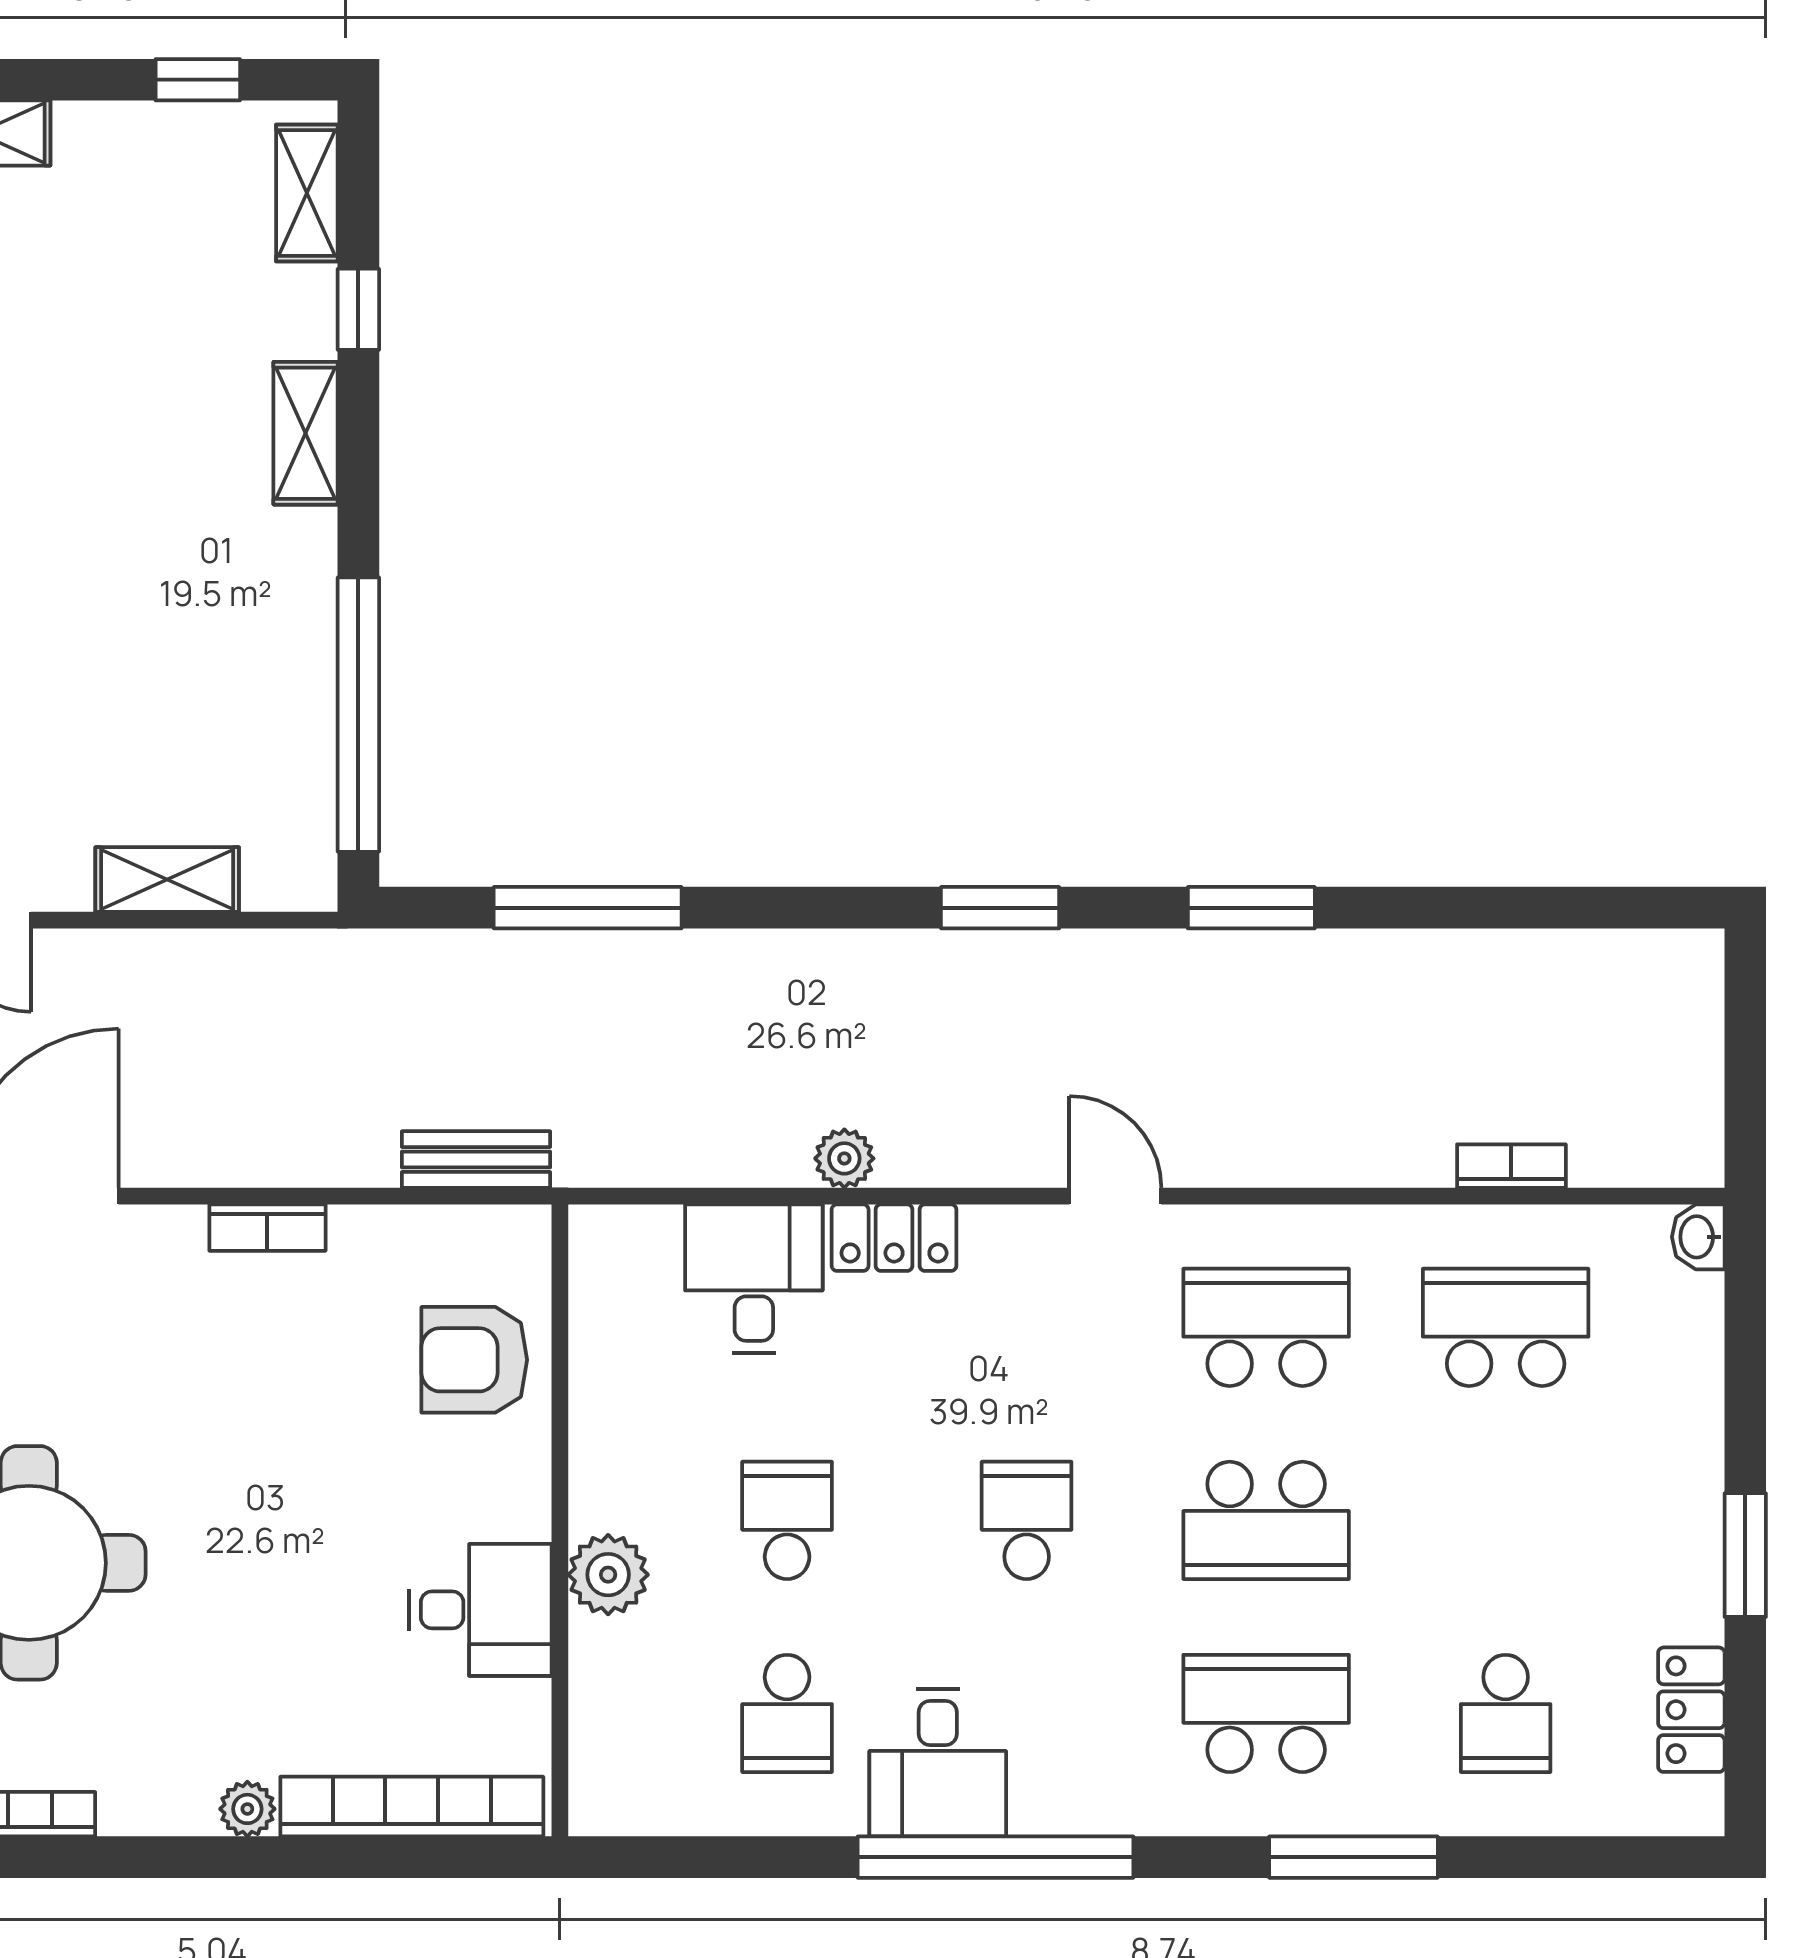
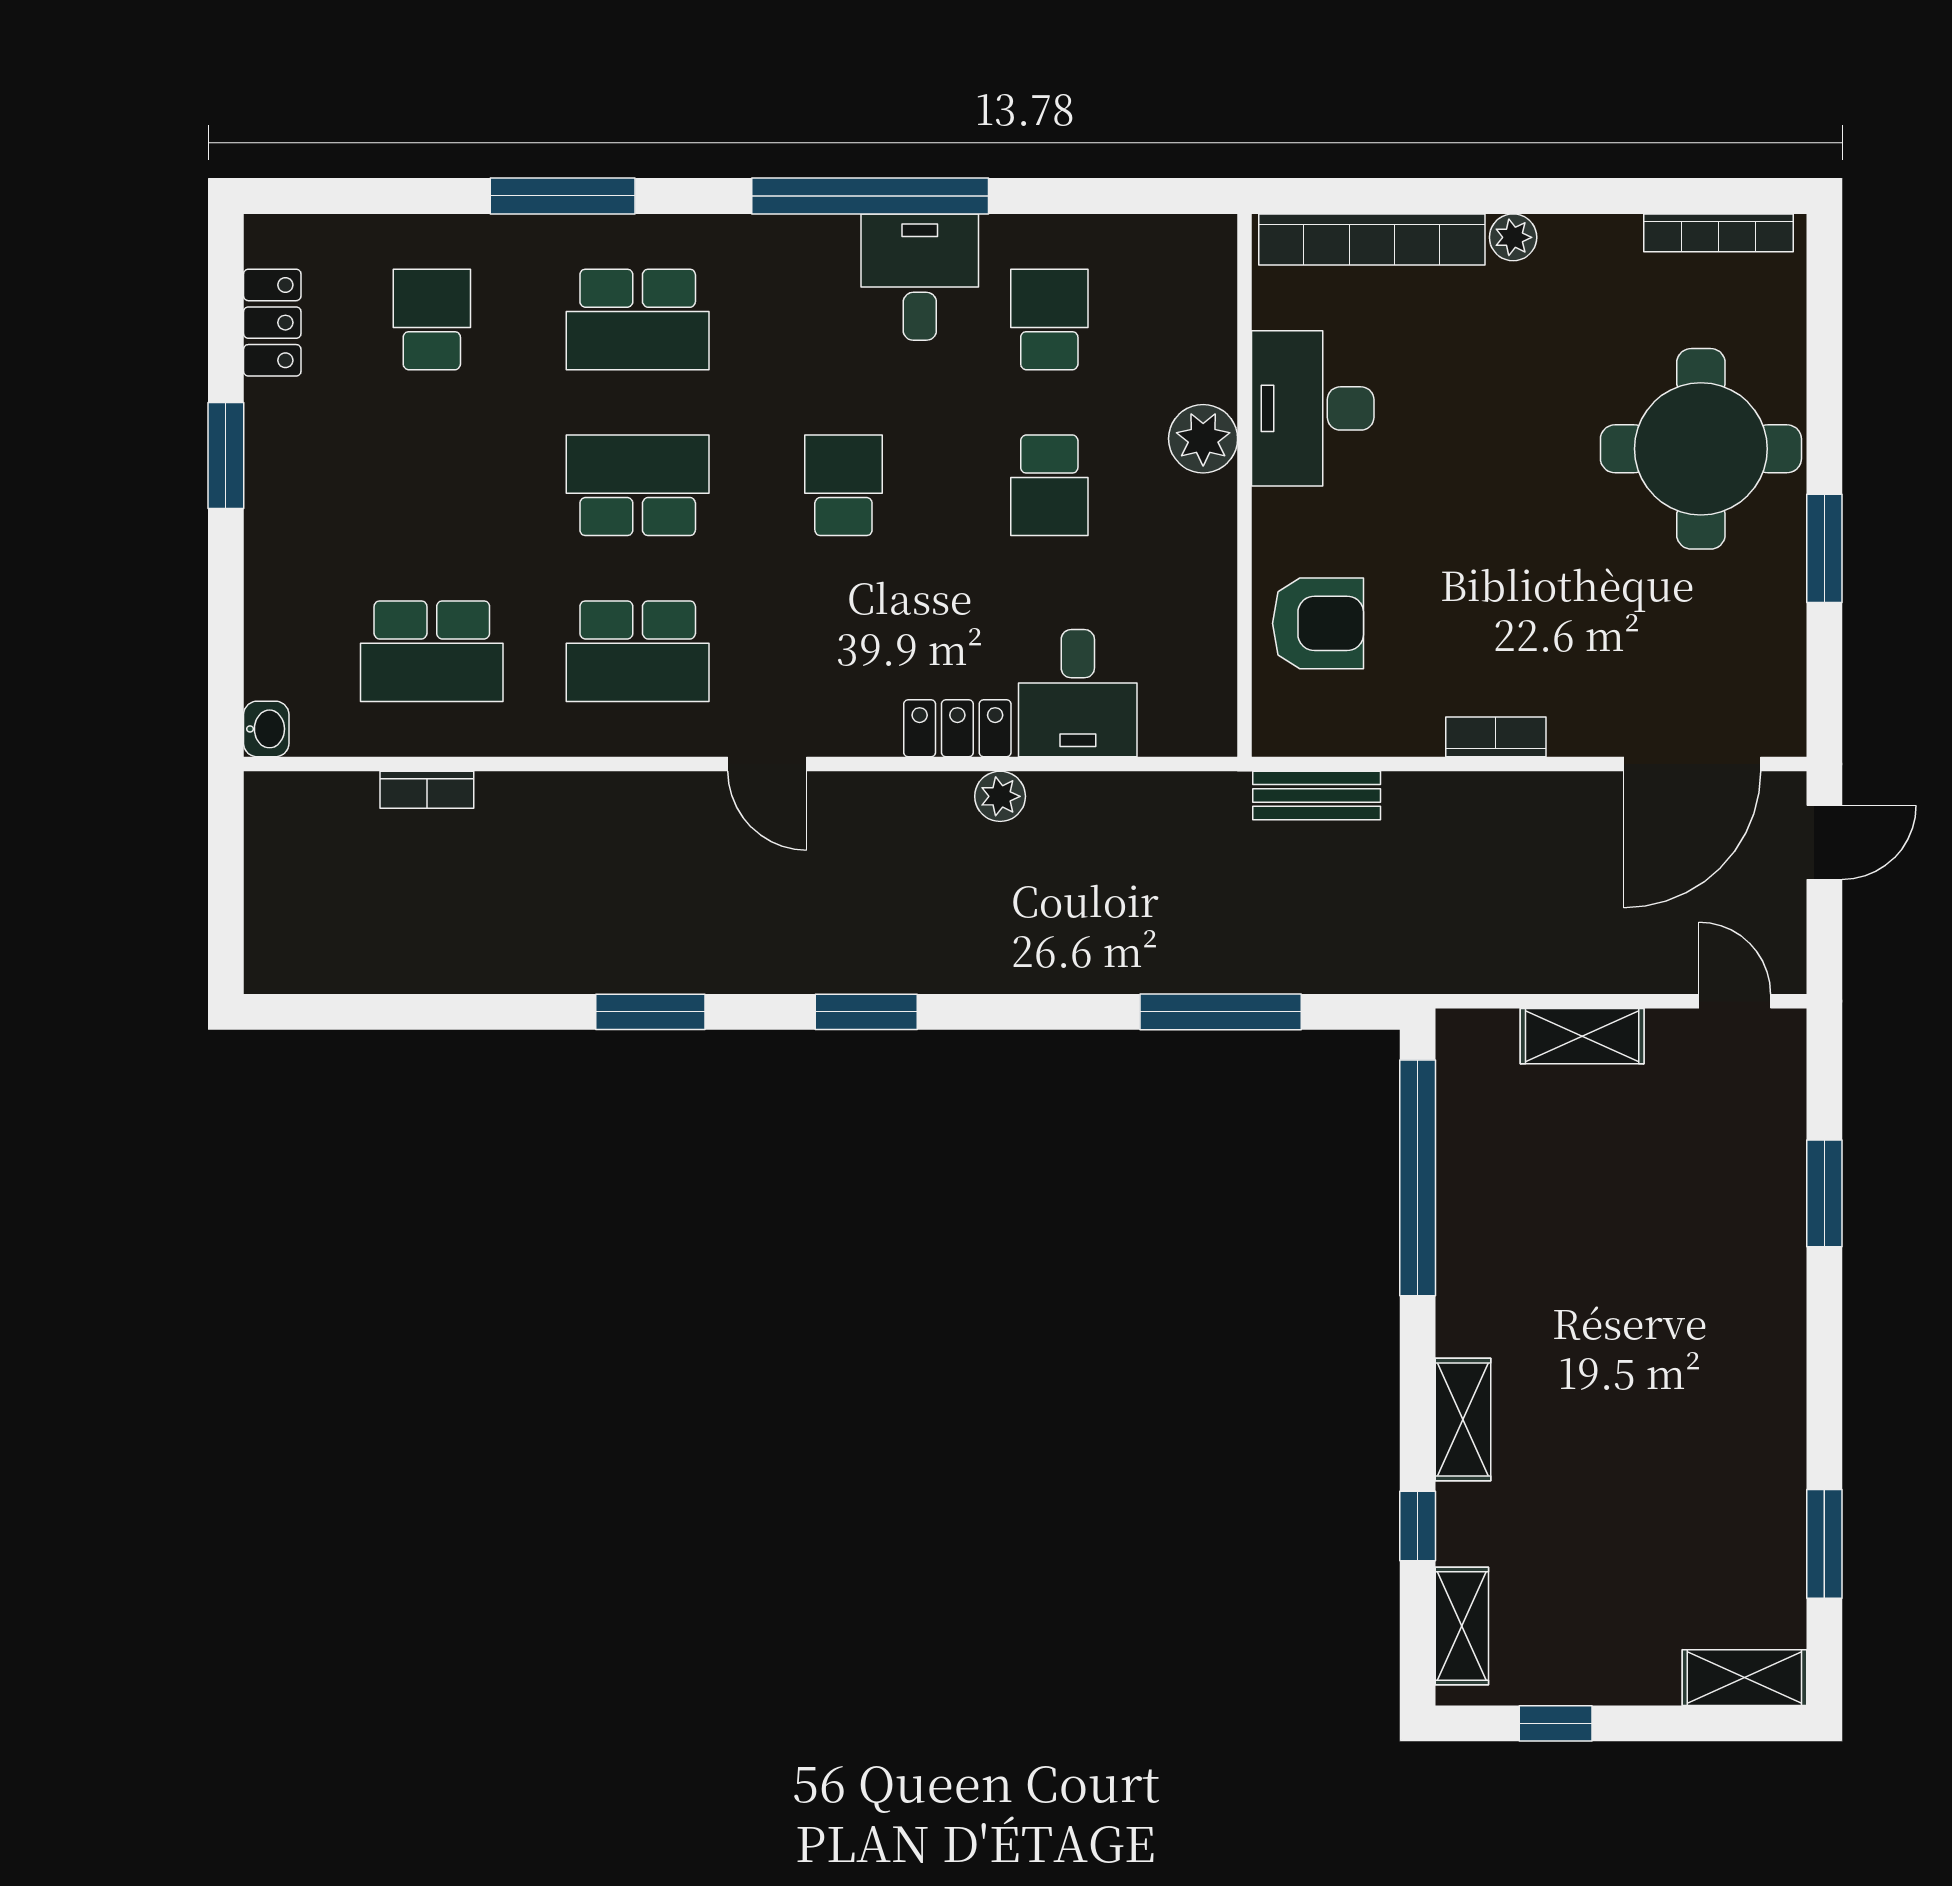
school desk: (1027, 1520) -> (843, 485), turned 180
desk: (480, 1610) -> (1313, 408), width x1.37

